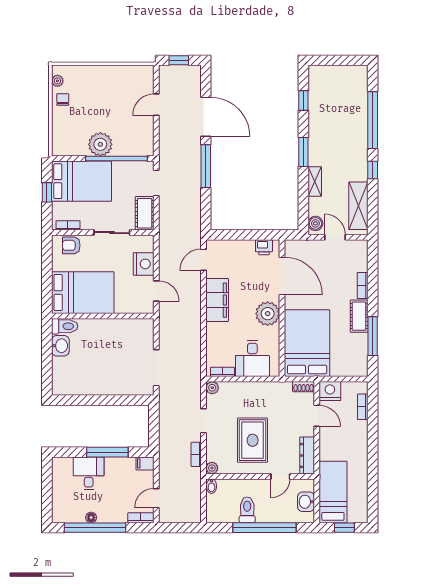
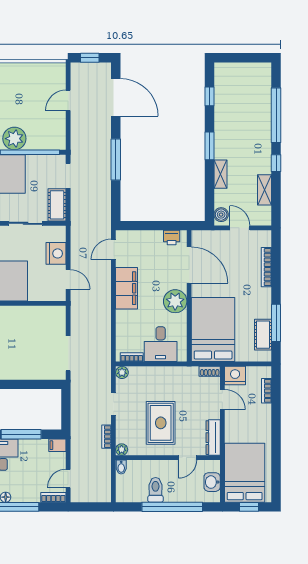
door: (206, 117) -> (116, 97), moved
shelving: (358, 206) -> (265, 190), width x0.67, depth x0.75
bookcase: (363, 286) -> (266, 267), width x1.56
cot: (359, 316) -> (263, 335), moved
bed: (333, 492) -> (245, 473), width x1.50

